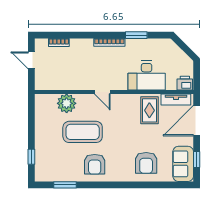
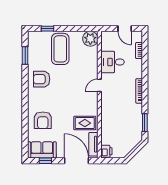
window: (136, 35) -> (145, 123), moved
door: (31, 60) -> (125, 29), swing flipped
desk: (147, 76) -> (113, 62), moved, width x0.73
plant: (67, 103) -> (90, 39), moved
coffee table: (83, 132) -> (60, 49), moved
armchair: (146, 163) -> (43, 120), turned -90

